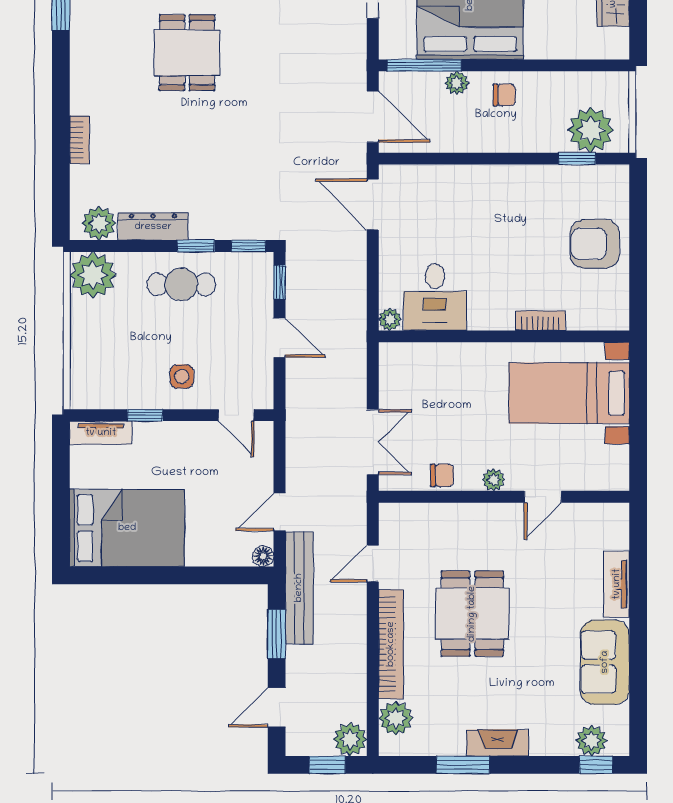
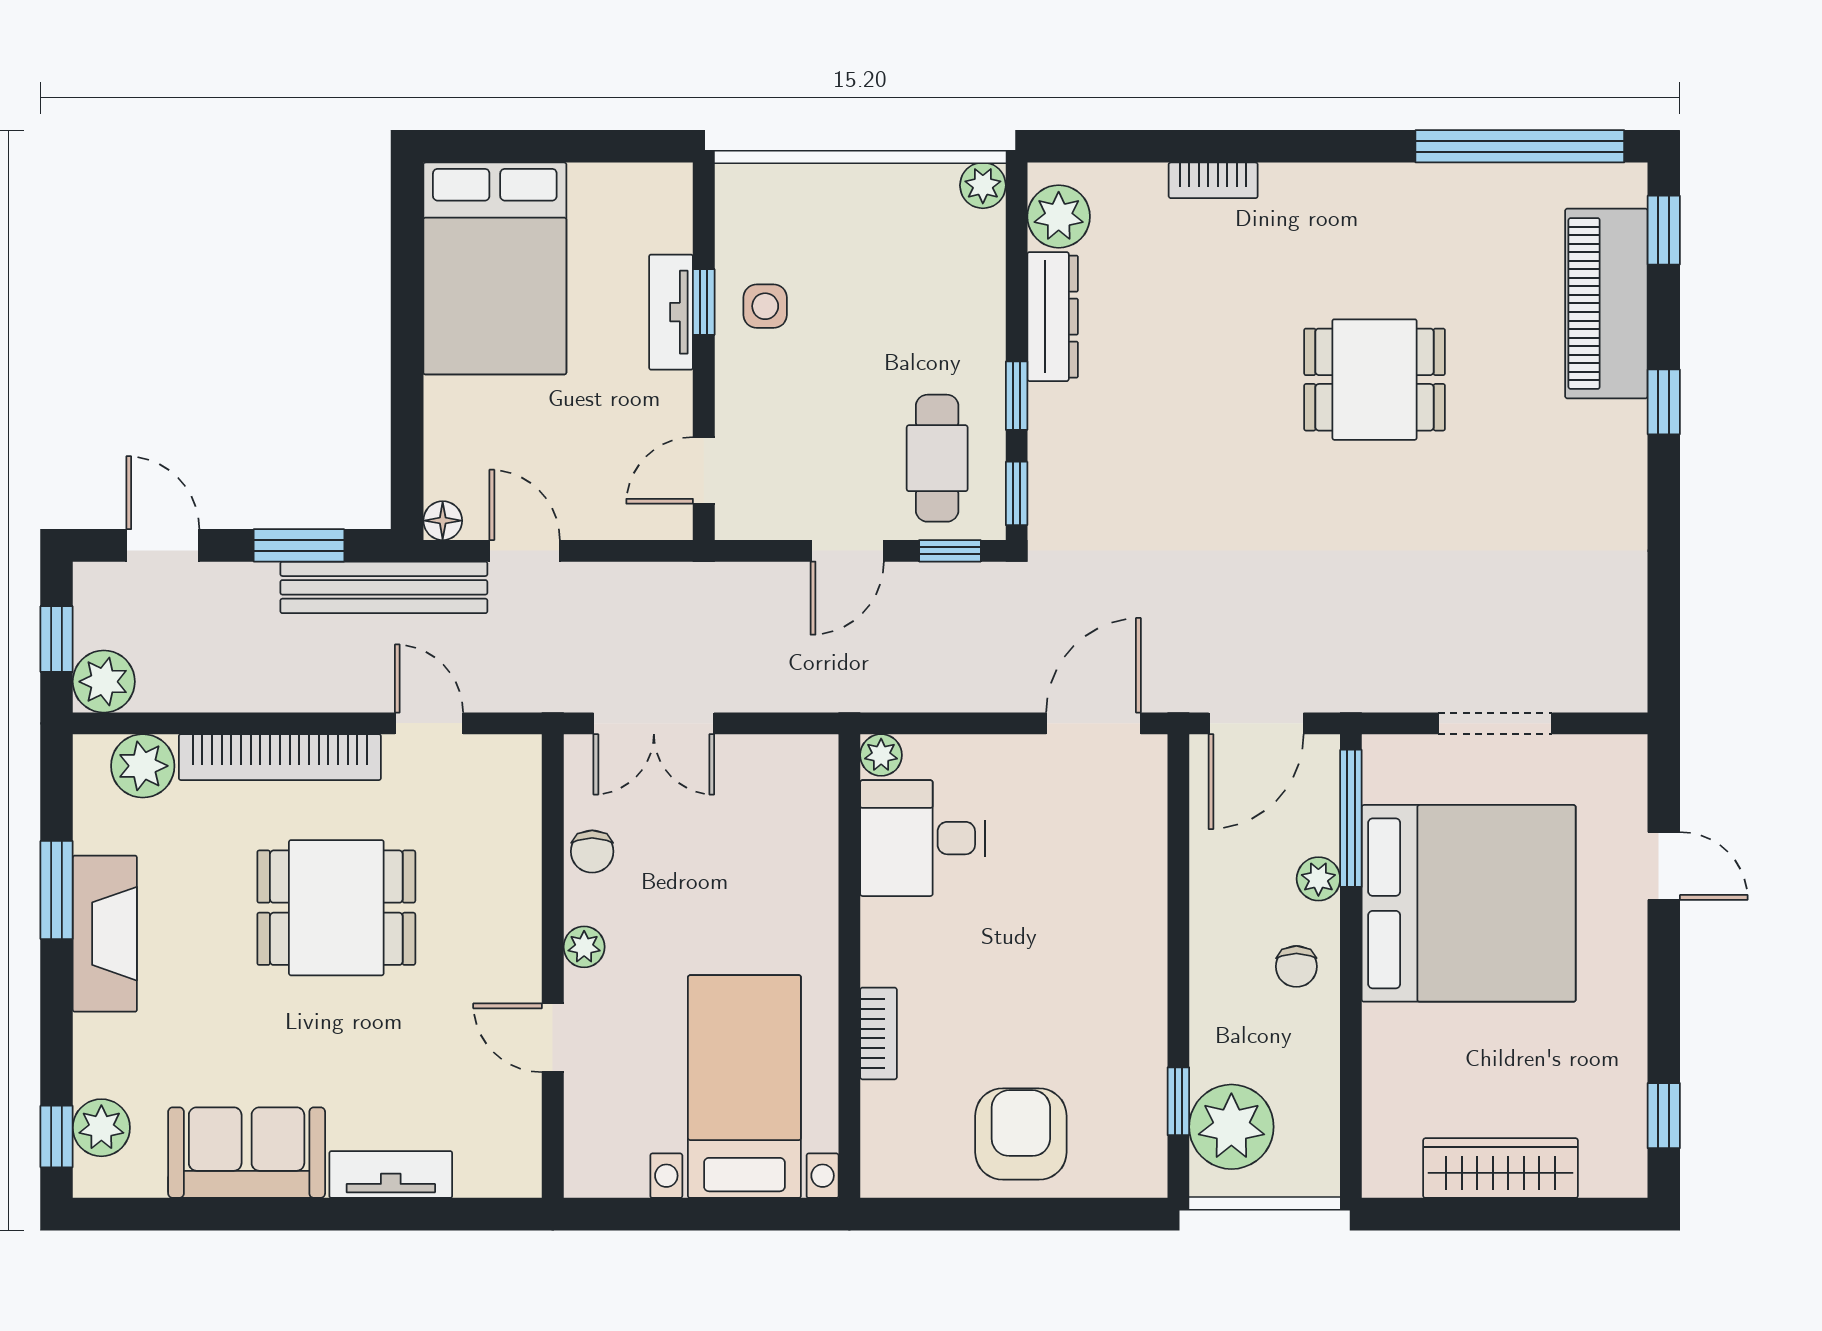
plant: (93, 275) -> (983, 185), width x0.53, depth x0.53
cafe table: (181, 284) -> (937, 458), moved
side table: (182, 376) -> (765, 306), moved
tv unit: (101, 433) -> (671, 312), moved
fireplace: (498, 743) -> (105, 934), width x1.37, depth x1.32

